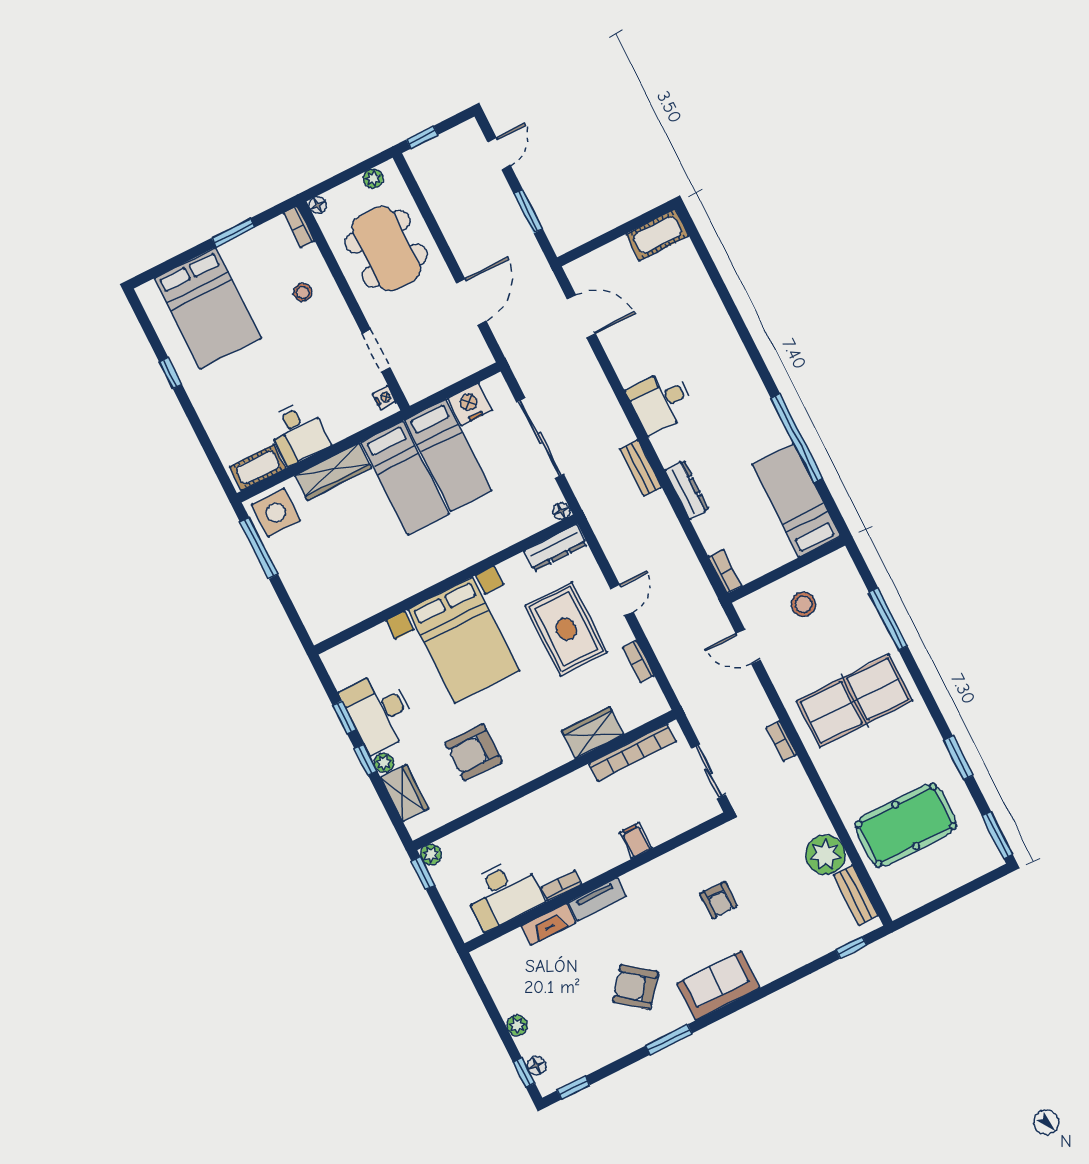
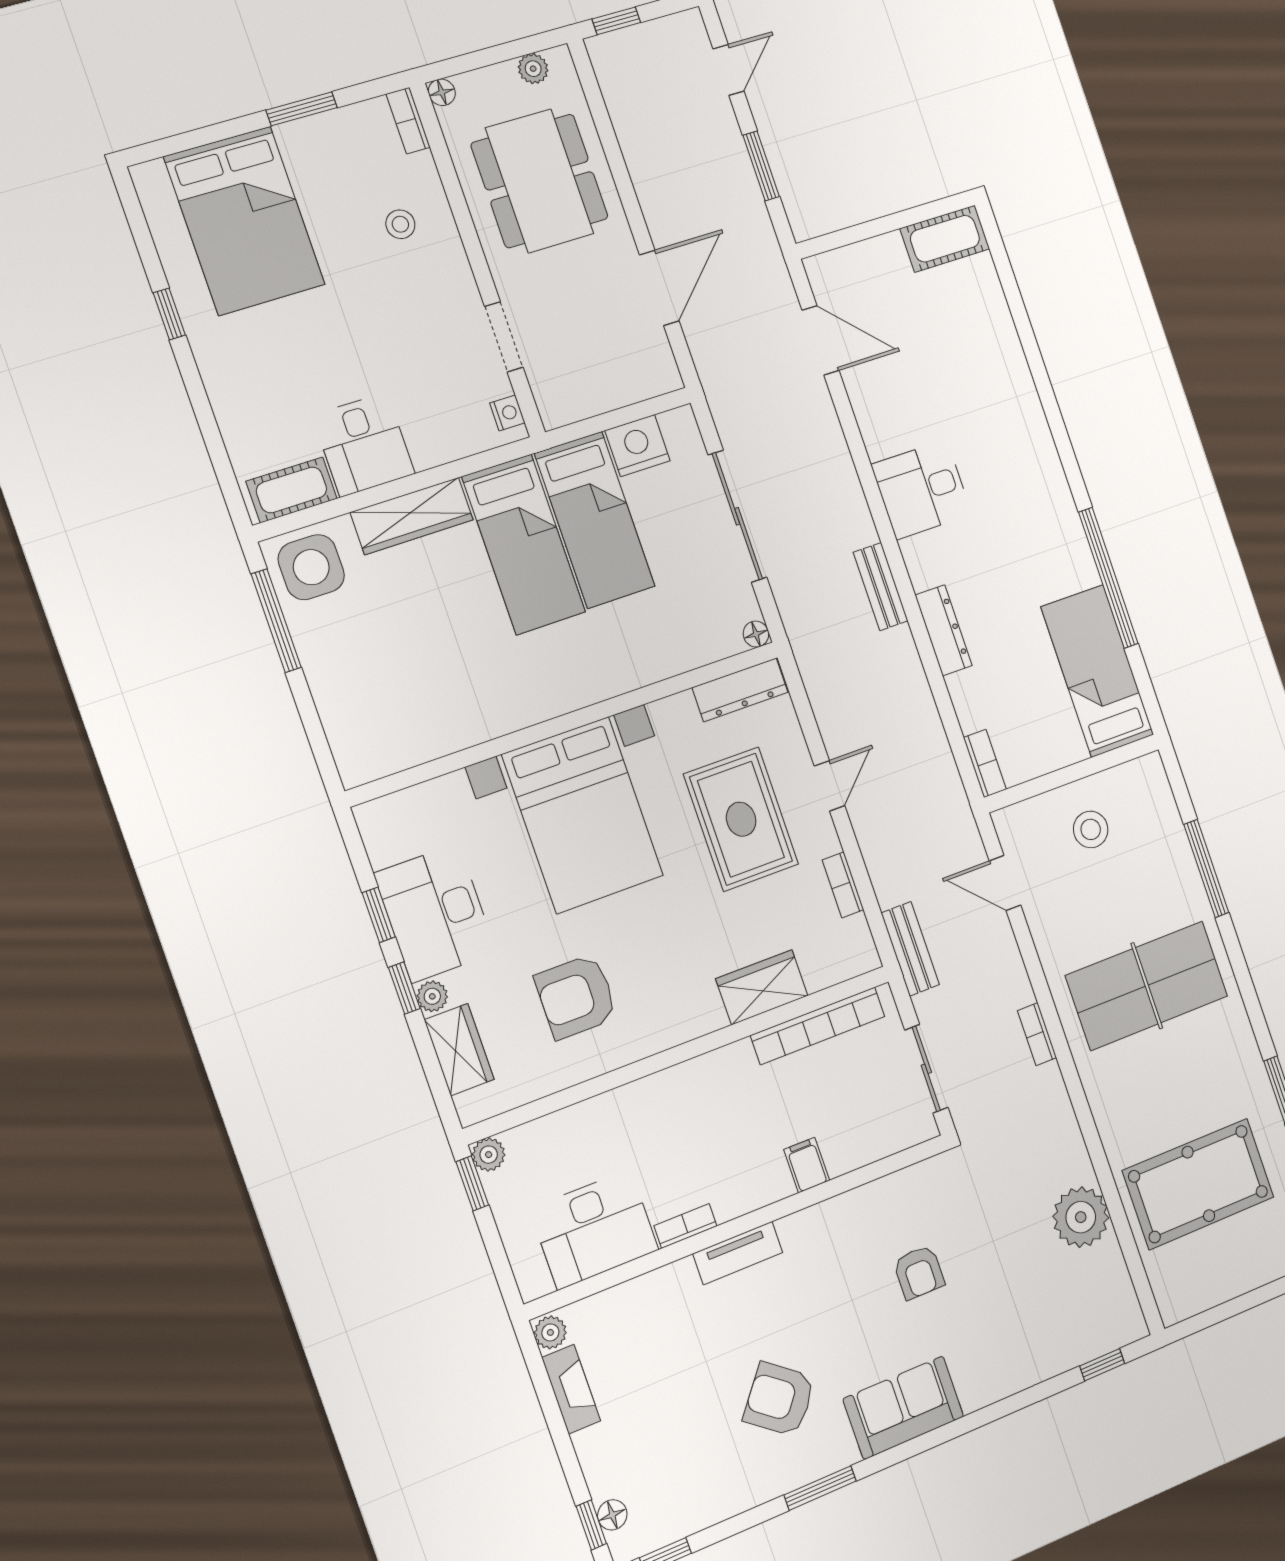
bench: (856, 895) -> (910, 949), moved
fireplace: (548, 924) -> (571, 1389), moved, turned -90
plant: (517, 1025) -> (550, 1332), moved

